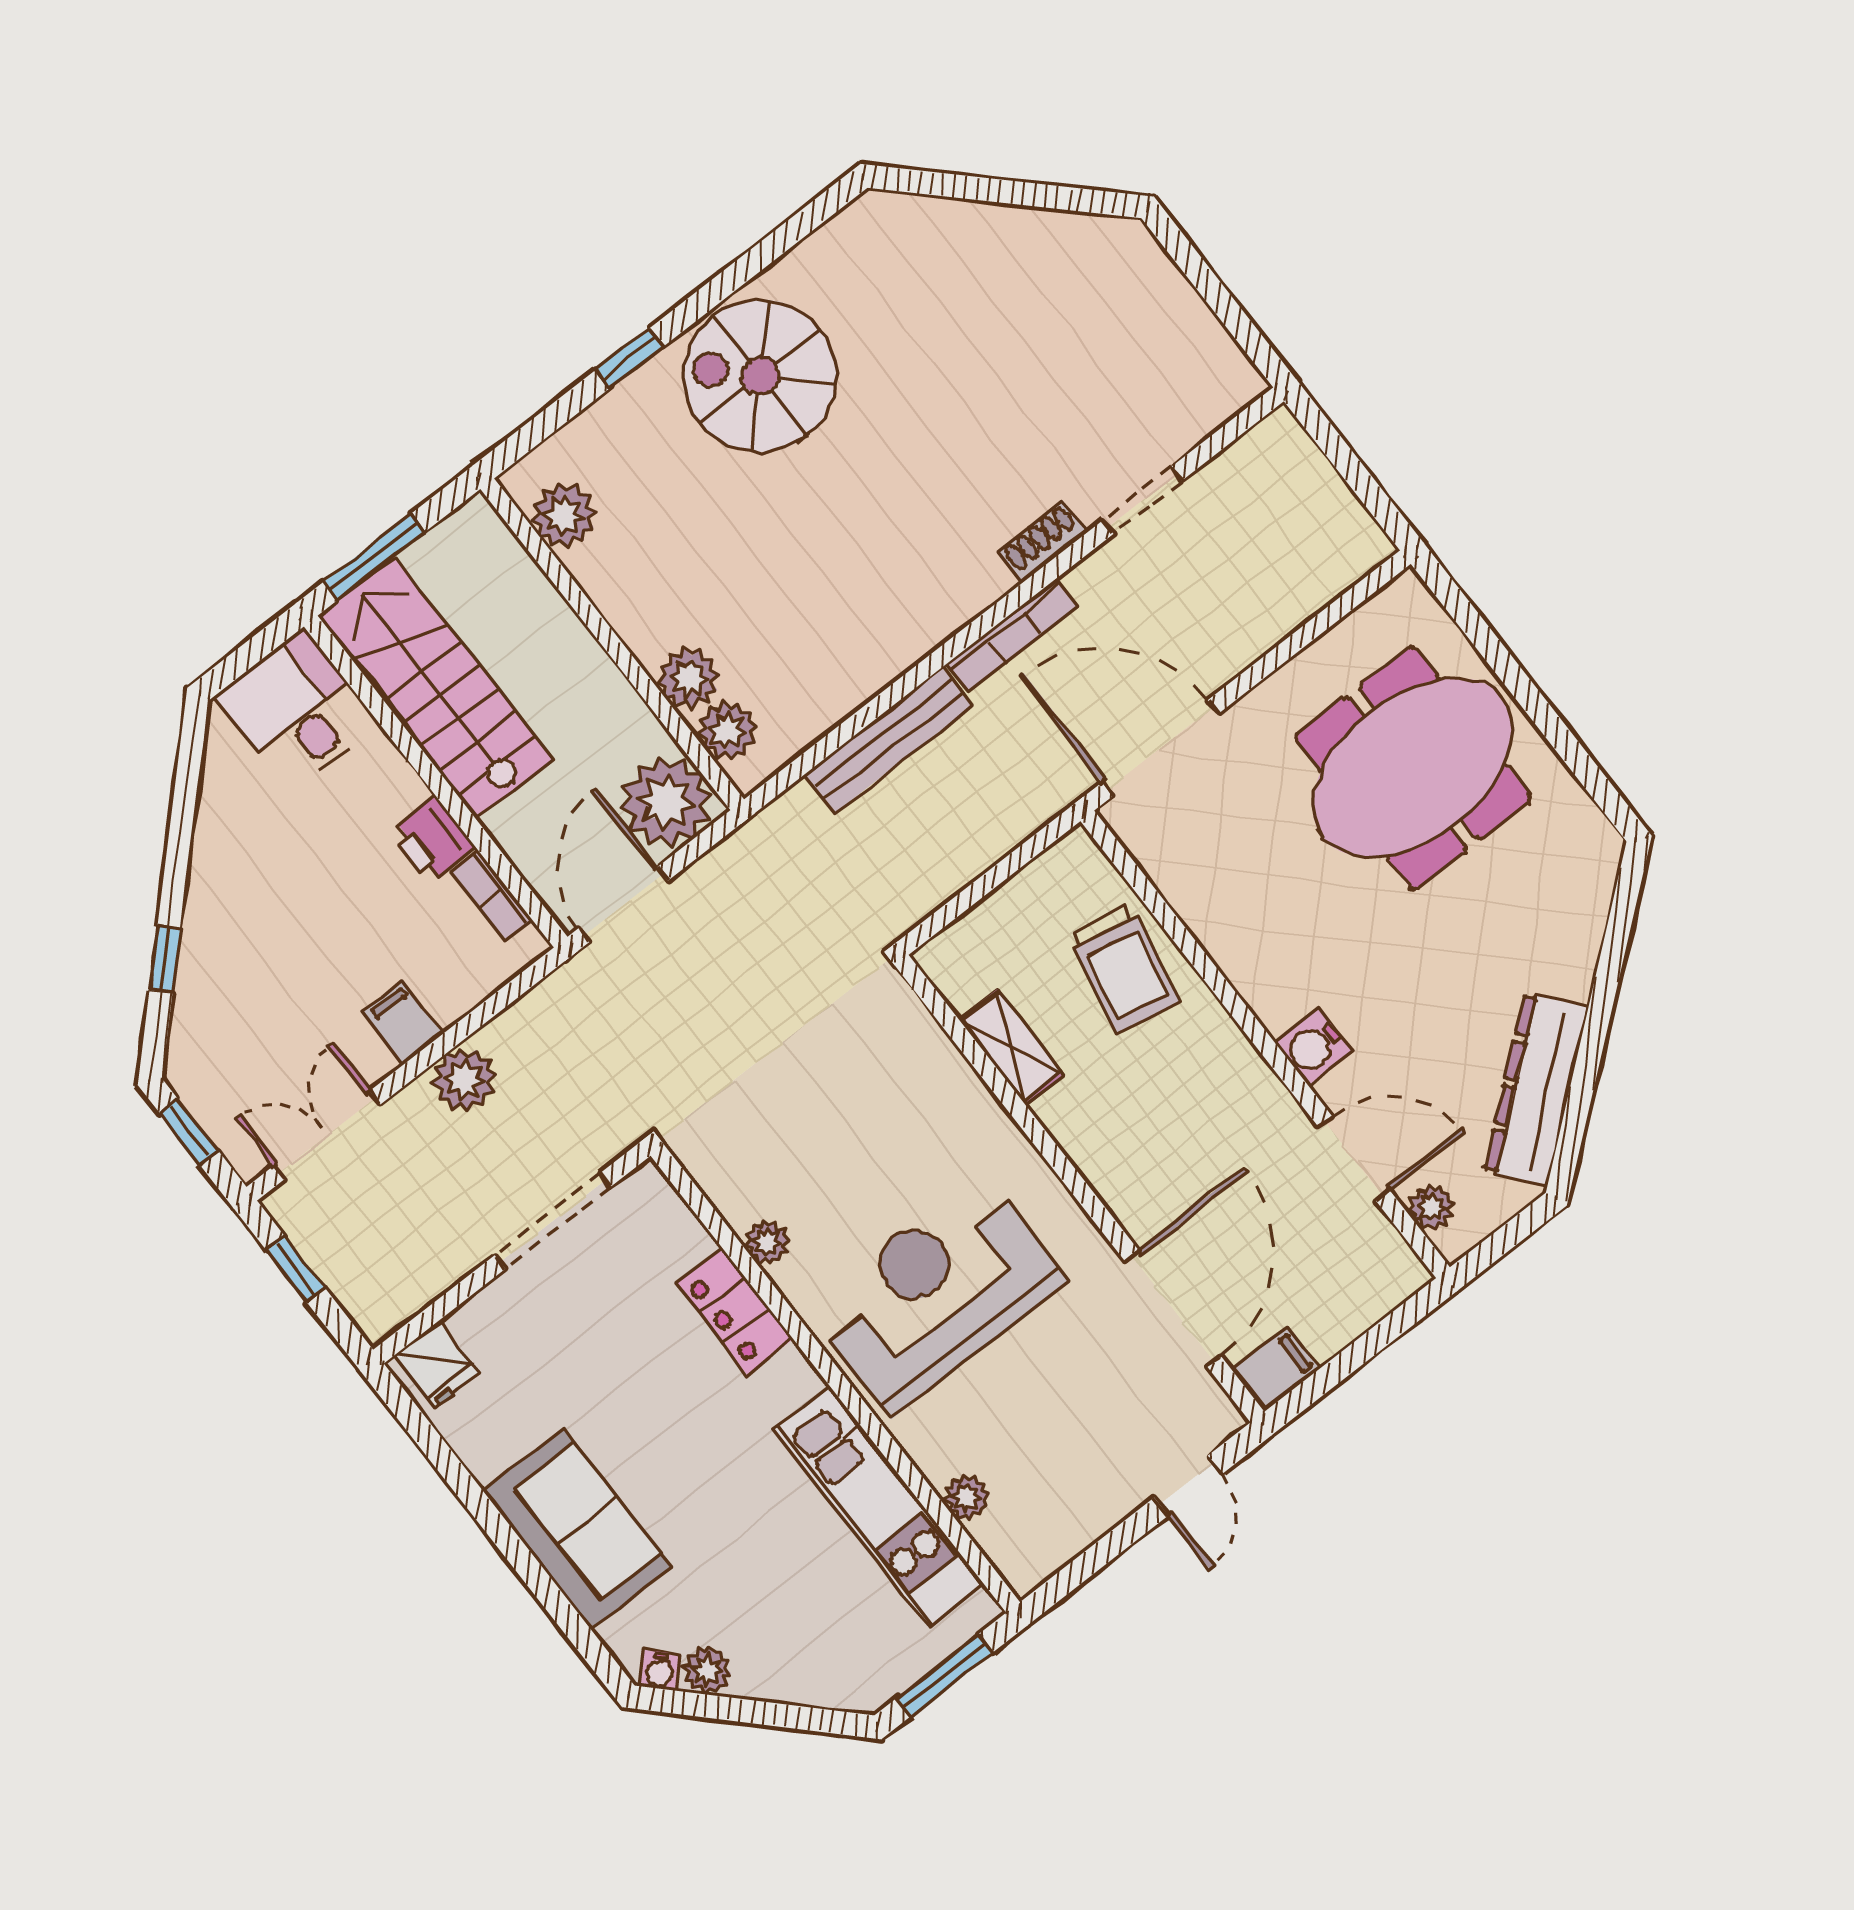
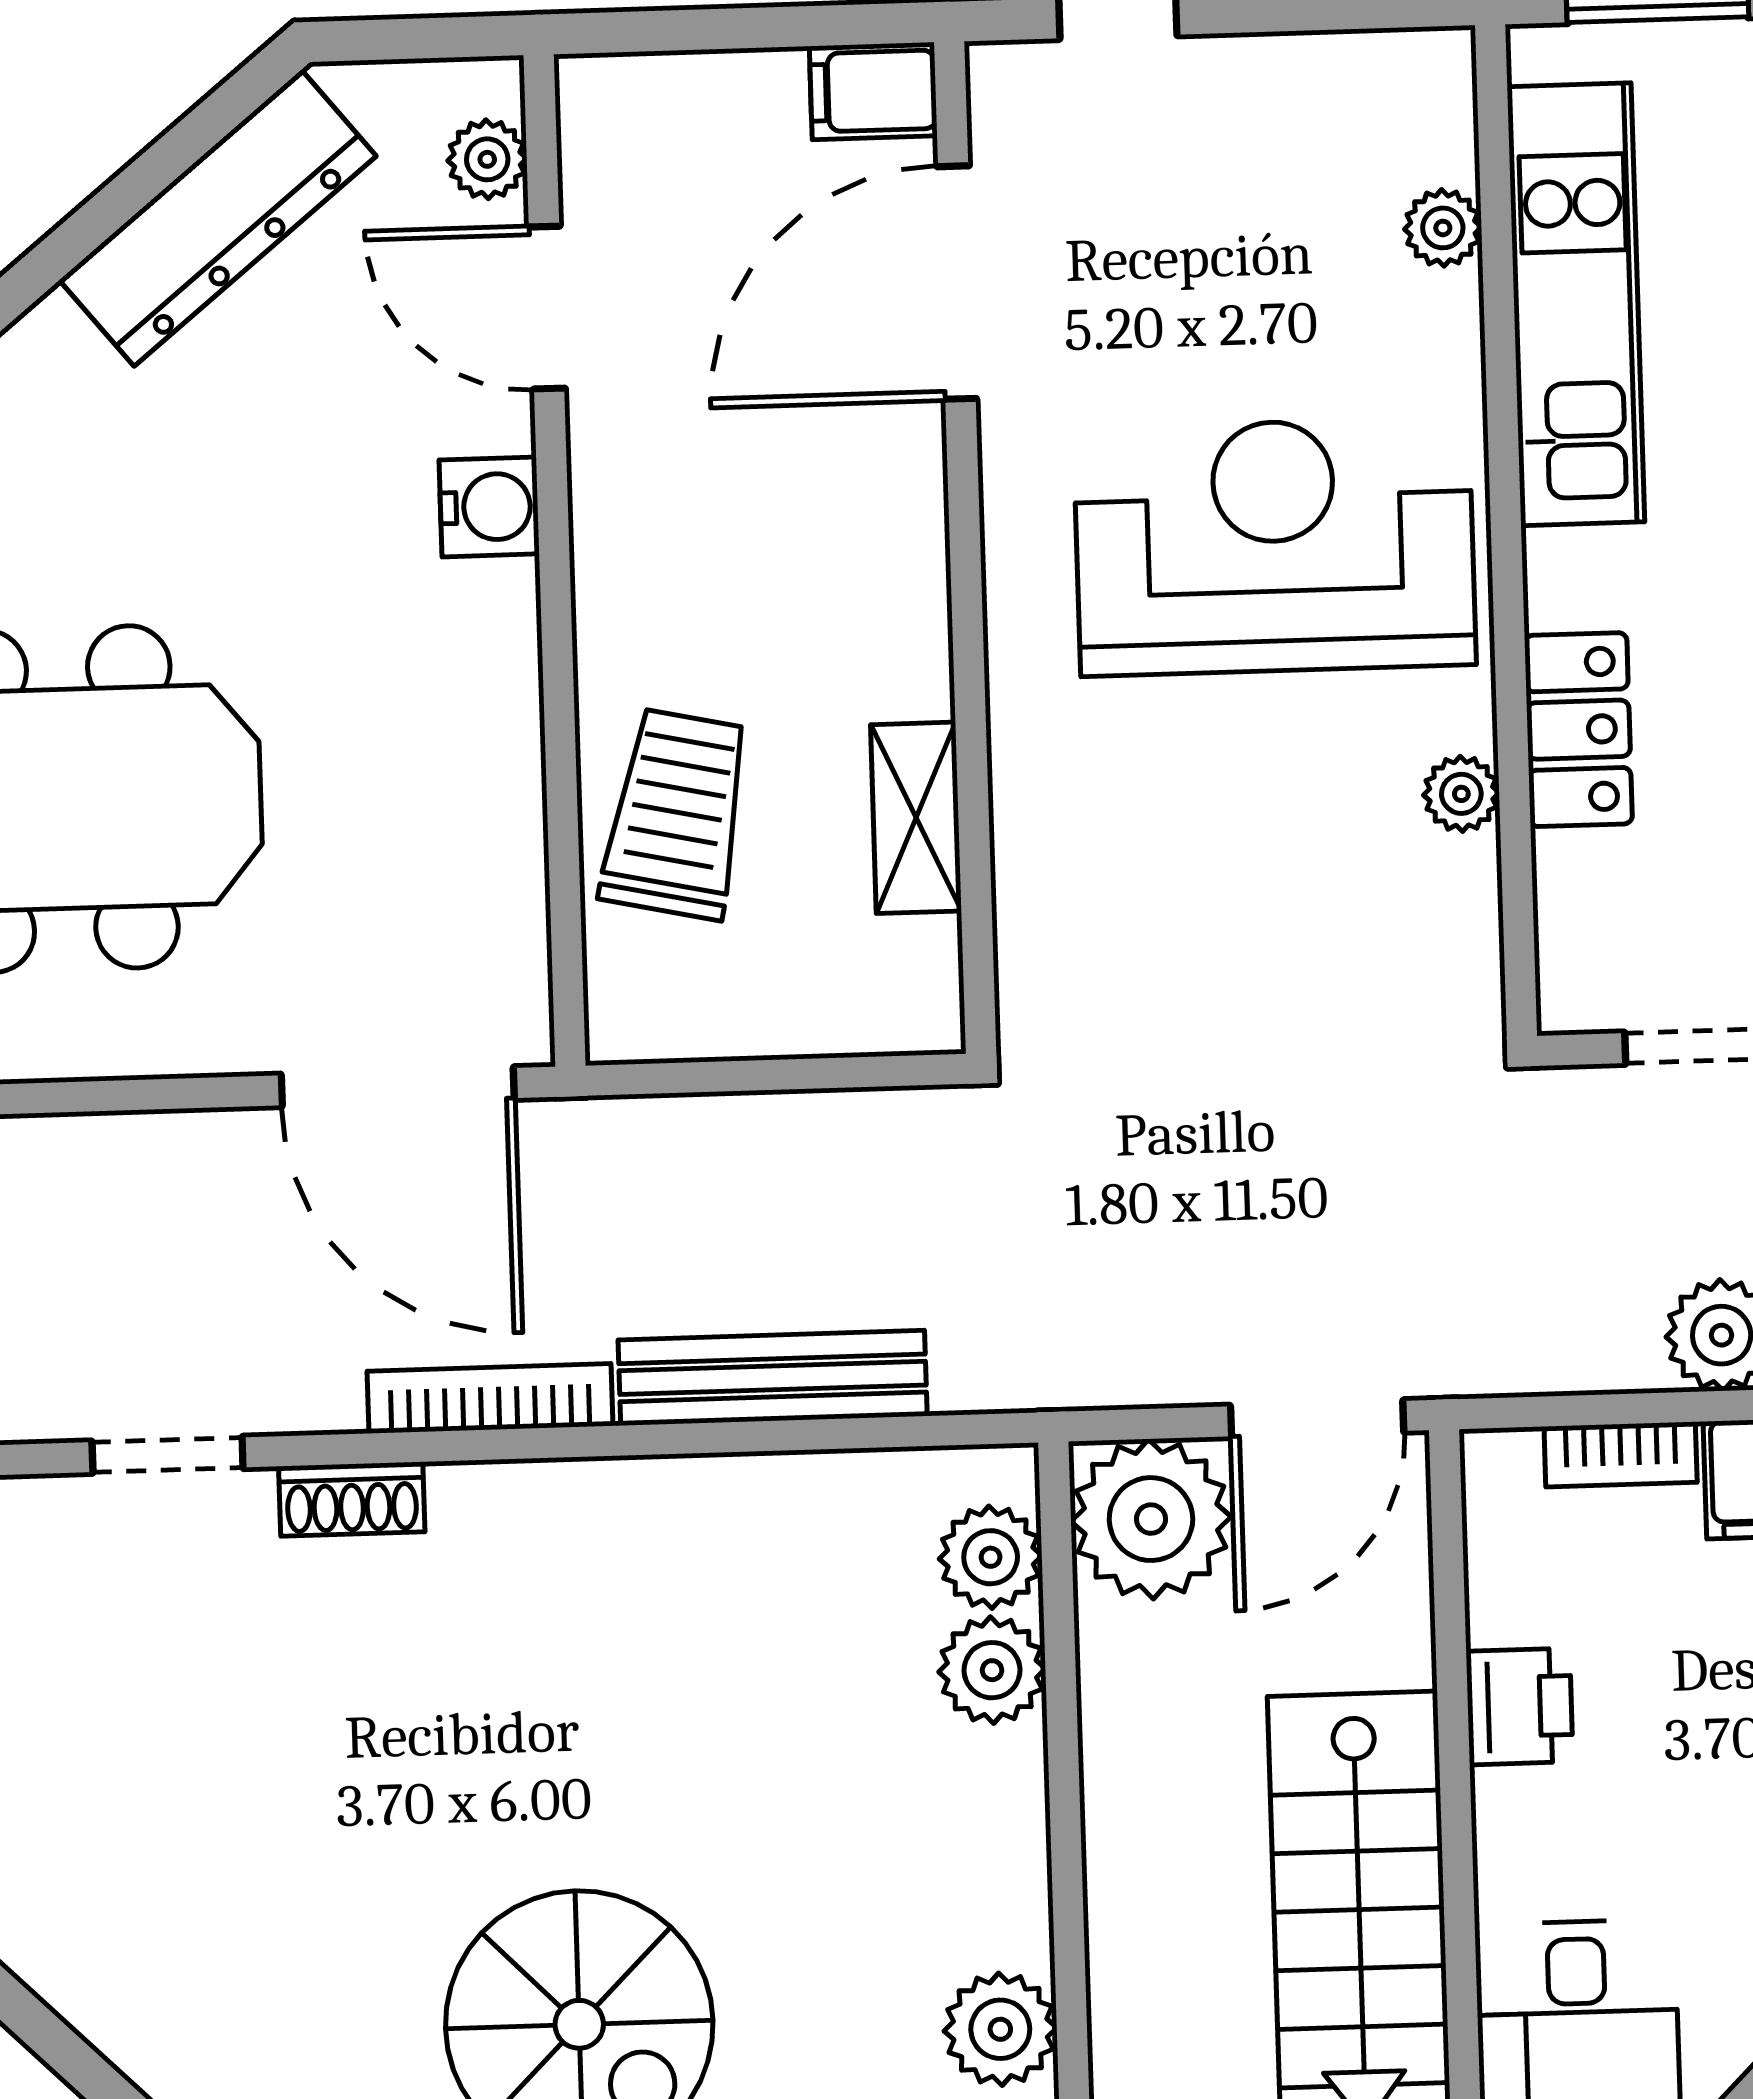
bookcase: (492, 896) -> (1621, 1454), moved, turned 90
reception desk: (937, 1294) -> (1275, 546), turned 180

